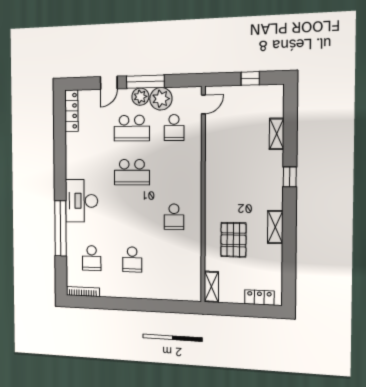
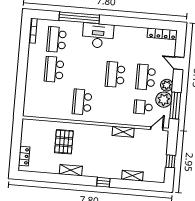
window: (145, 82) -> (175, 106), moved
door: (203, 104) -> (157, 129), swing flipped
school desk: (174, 217) -> (82, 102), width x1.85
pallet: (233, 240) -> (64, 142), turned 90
school desk: (92, 258) -> (57, 39), width x1.85
school desk: (132, 259) -> (54, 69), width x1.85
shelving: (211, 287) -> (123, 132), moved

